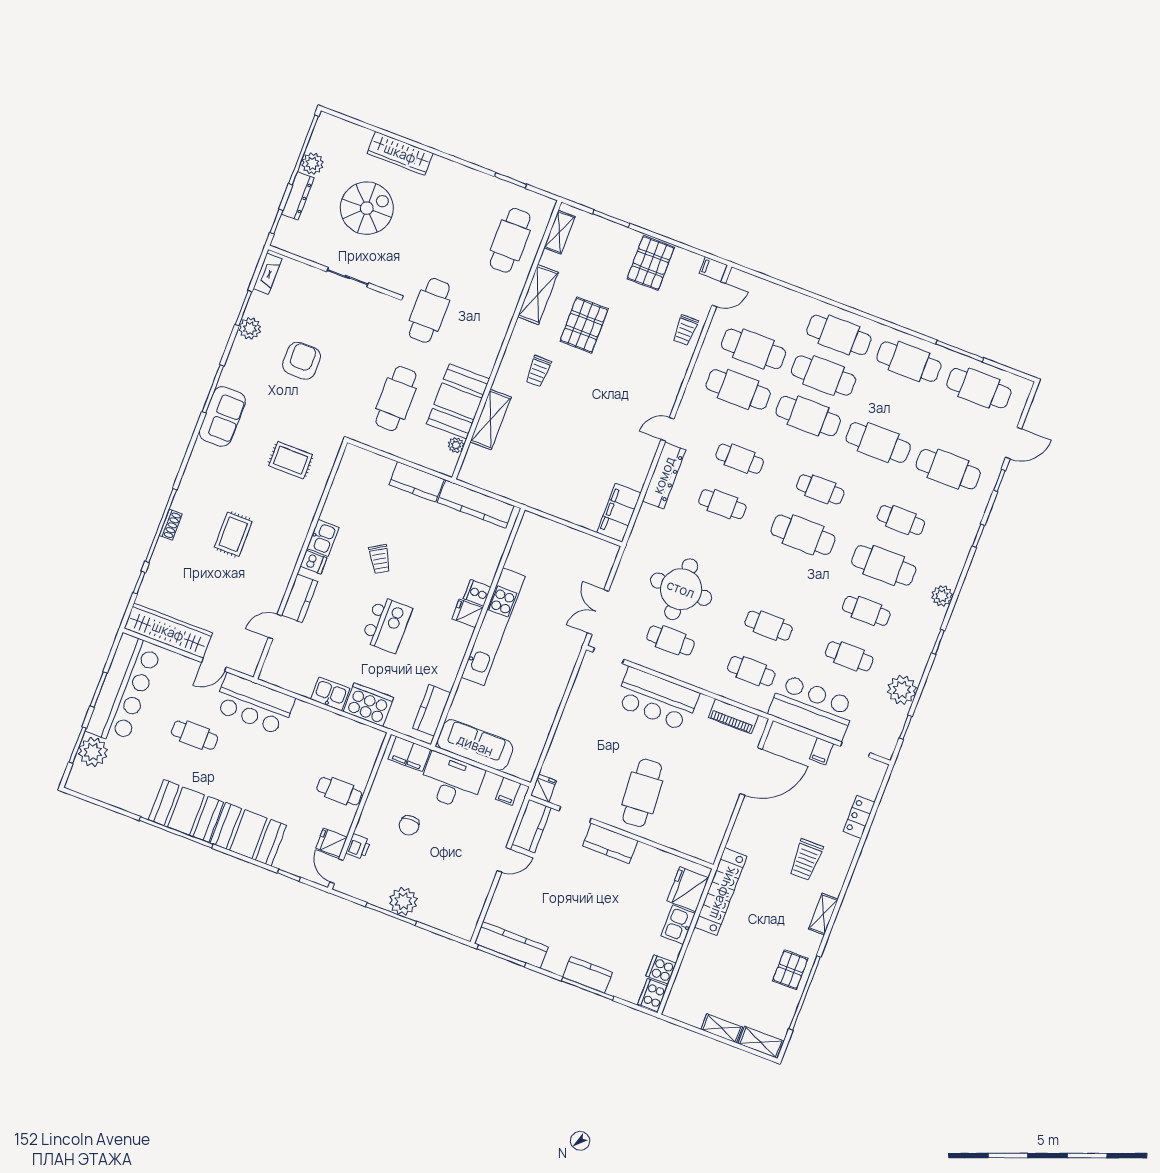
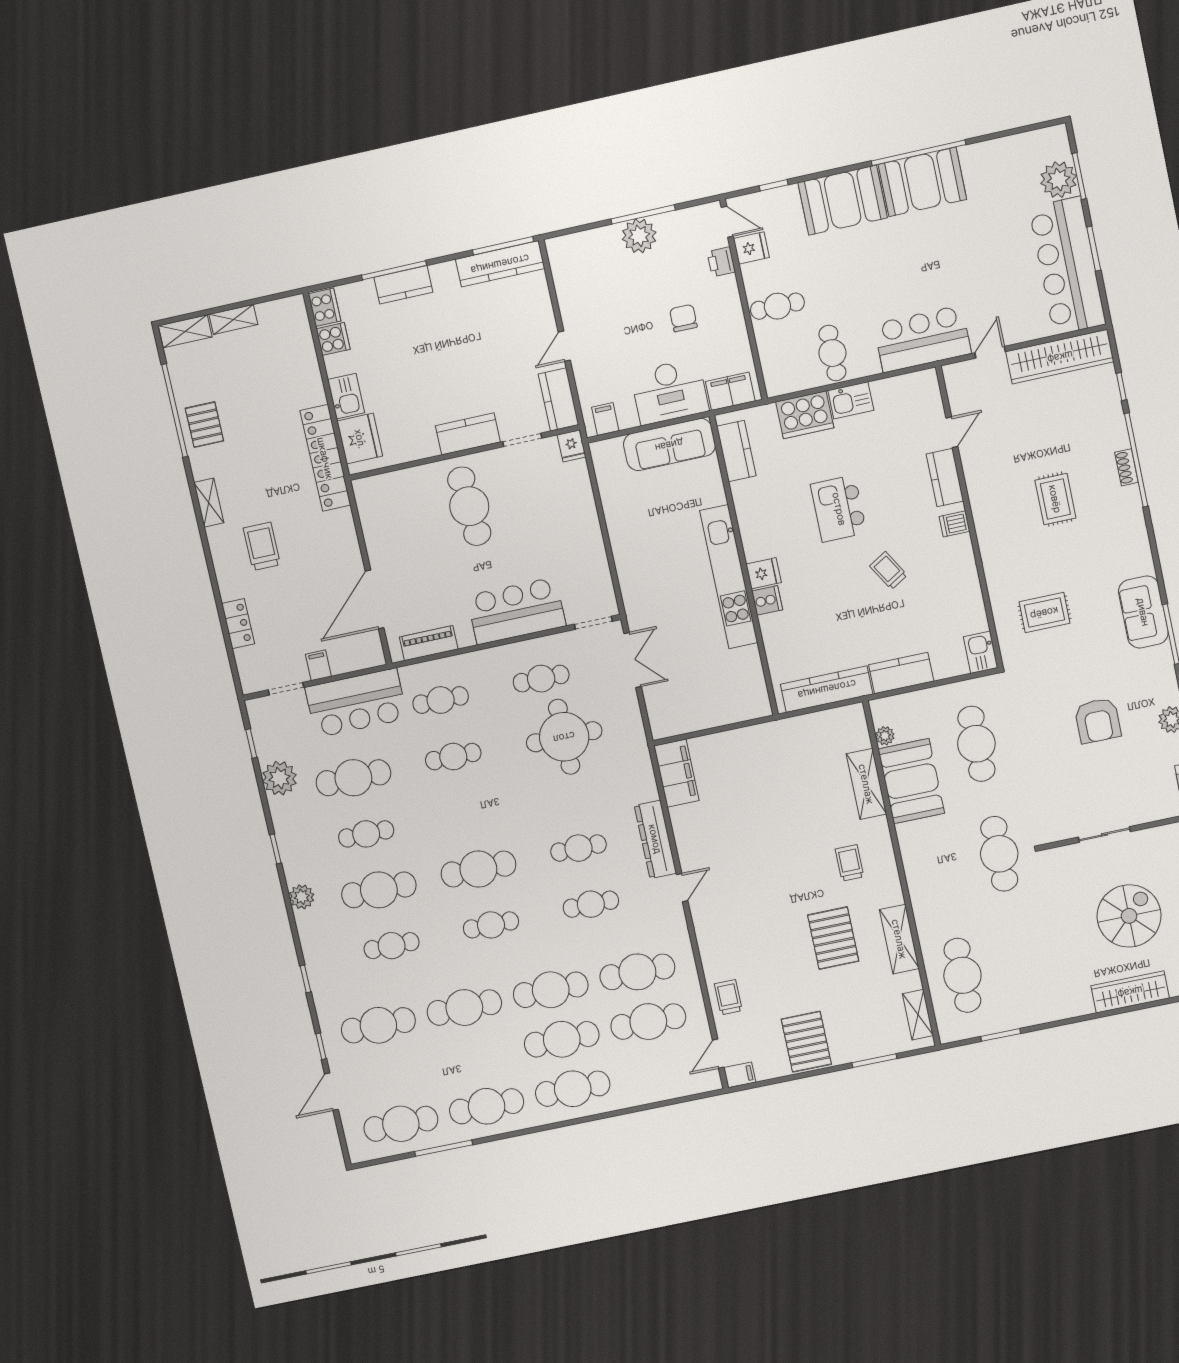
spiral stairs: (367, 208) -> (1129, 916), turned 180
kitchen sink: (323, 538) -> (981, 652), moved
cafe table: (849, 656) -> (353, 778), width x1.37, depth x1.35
cafe table: (195, 735) -> (832, 353), moved, turned 90

